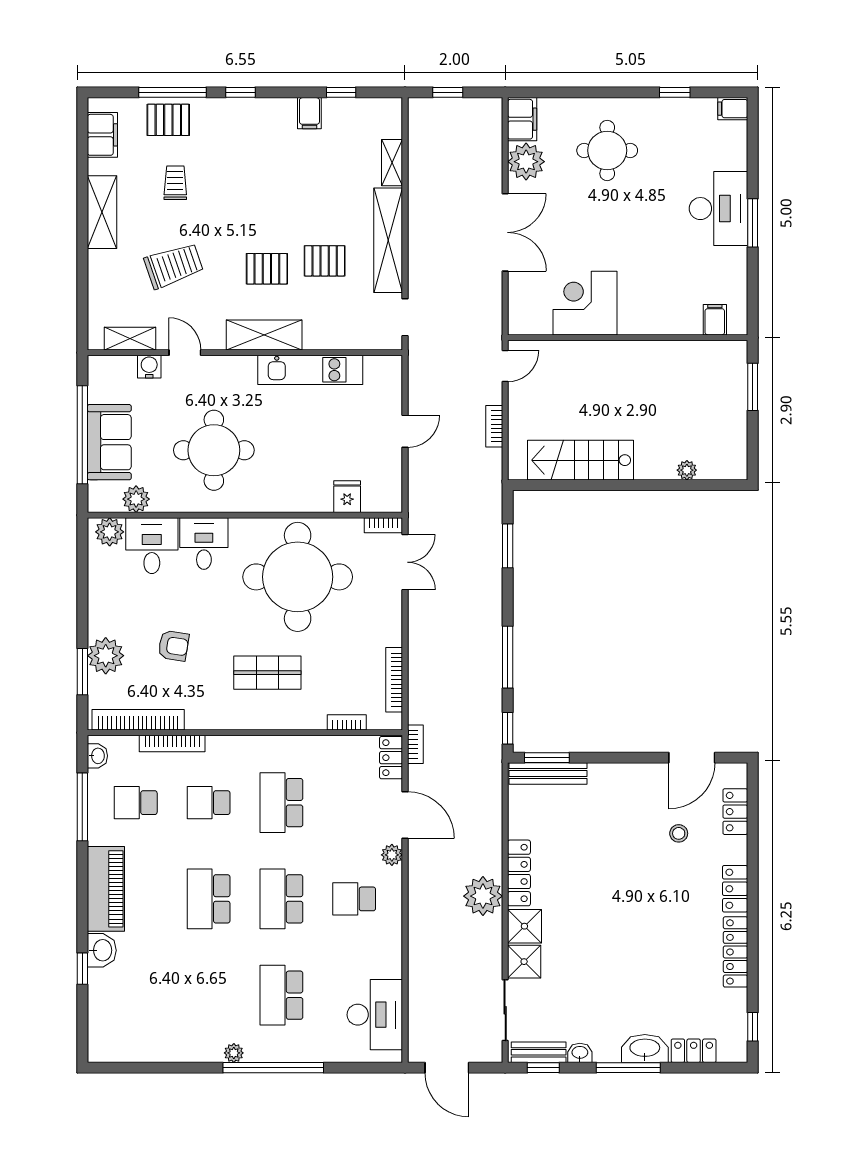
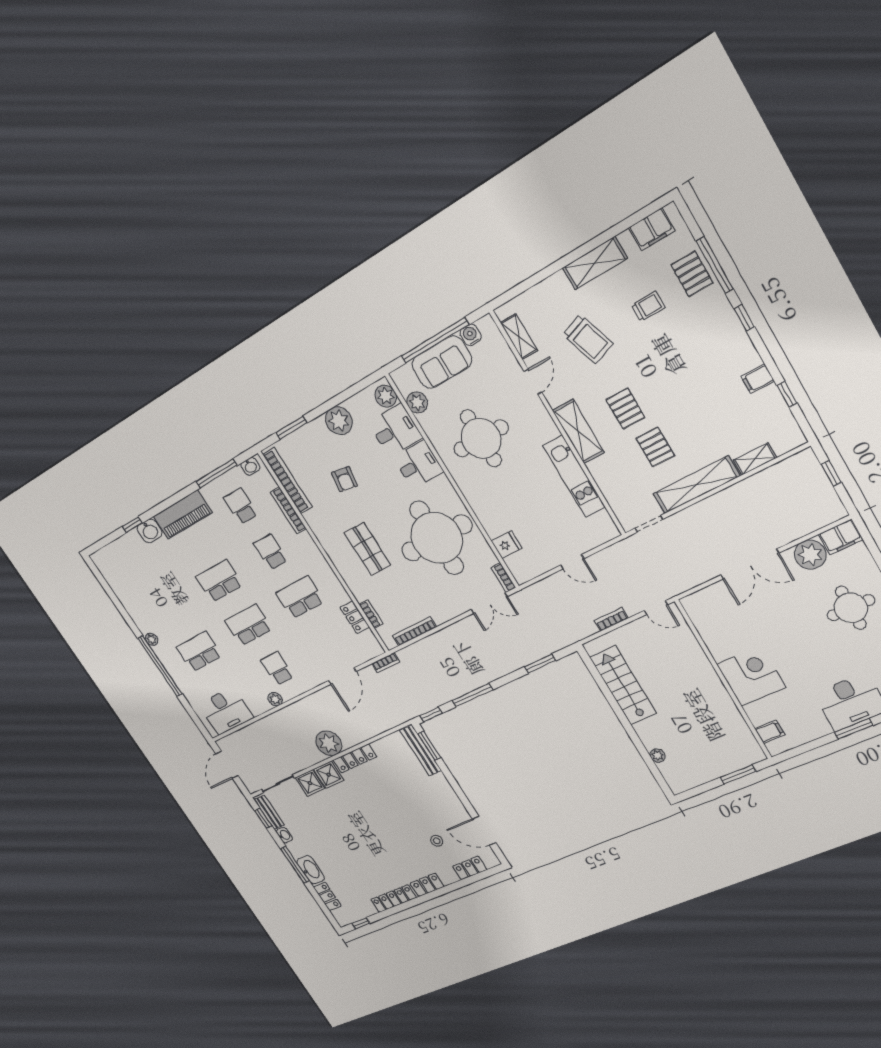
corner desk: (585, 303) -> (751, 676), moved
water cooler: (149, 367) -> (471, 335), moved, turned -90
plant: (106, 656) -> (339, 421), moved
locker: (391, 758) -> (355, 617), moved, turned -90
plant: (392, 855) -> (275, 699), moved

